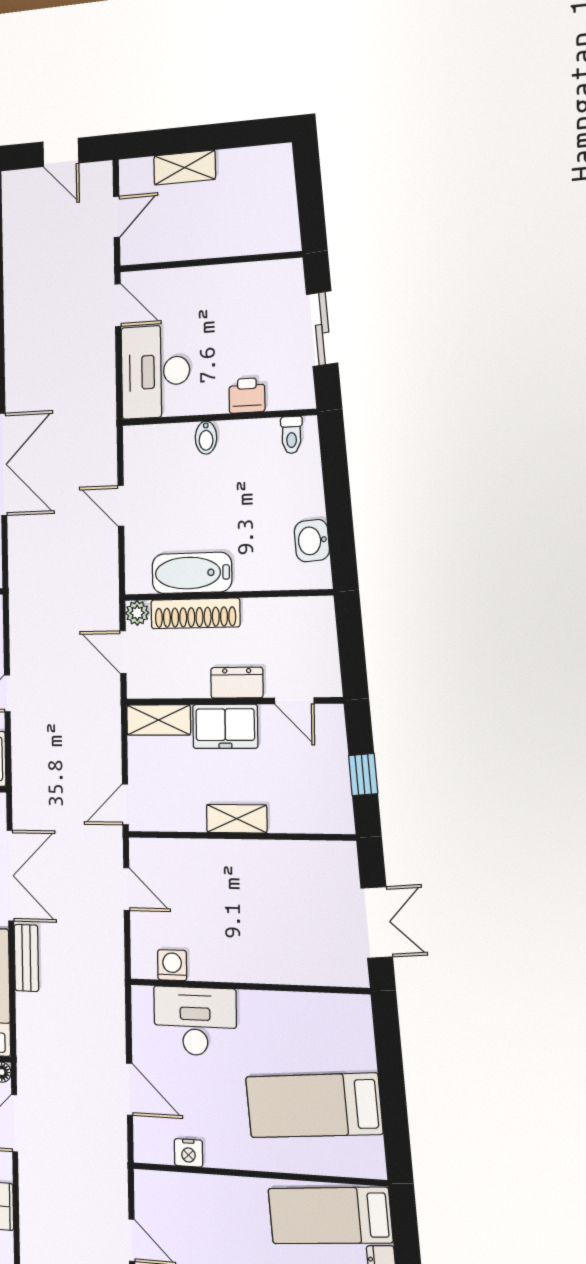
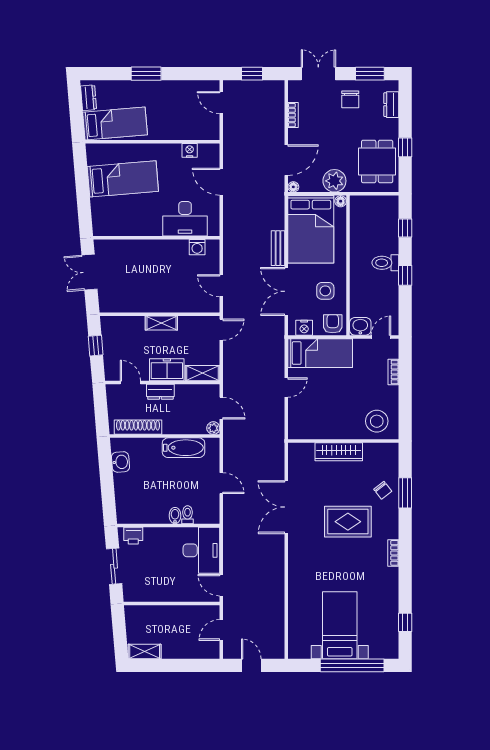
shelving: (185, 168) -> (145, 651), moved
printer: (247, 395) -> (133, 536), moved
toilet: (291, 435) -> (188, 515), moved
shoe rack: (195, 613) -> (138, 427), moved

